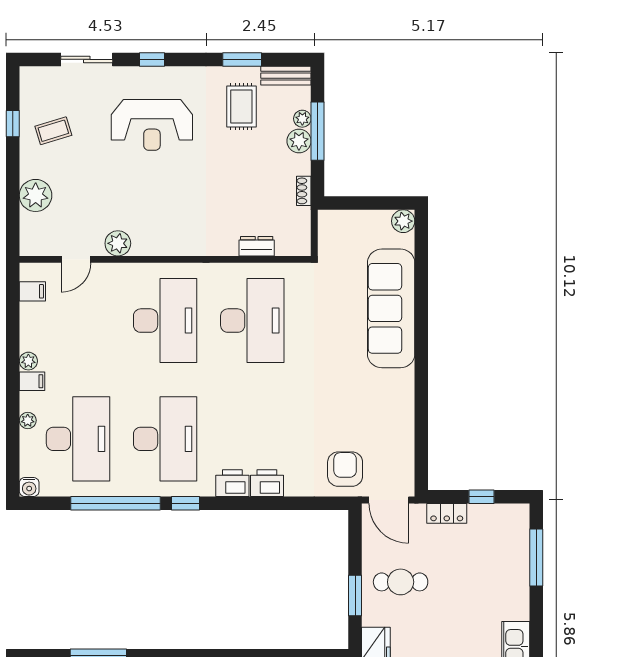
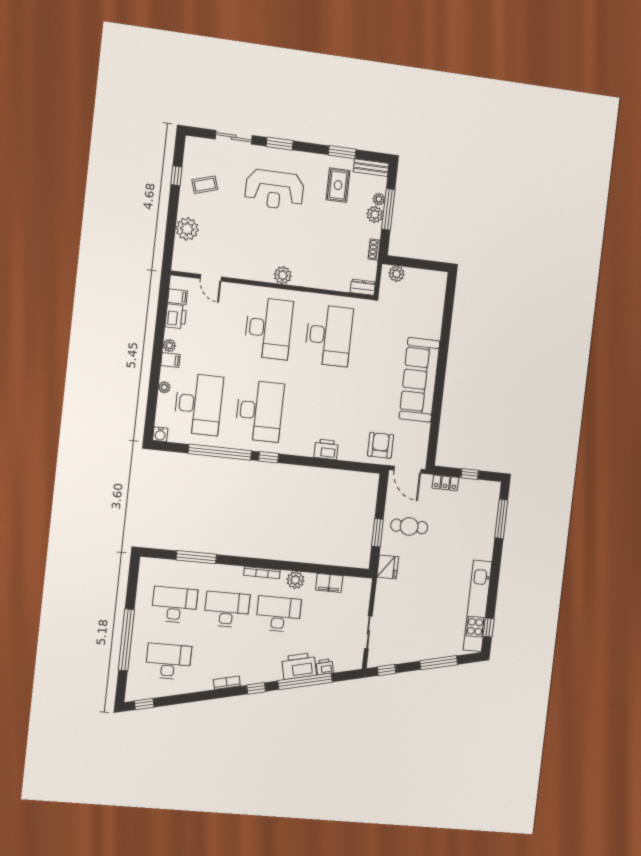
window: (152, 59) -> (280, 144), width x1.50
plant: (403, 221) -> (397, 274), moved
plant: (118, 243) -> (283, 275), moved
dresser: (257, 246) -> (363, 287), moved
door: (76, 259) -> (211, 278), hinge flipped
sofa: (391, 308) -> (419, 380), moved
printer: (232, 483) -> (176, 316), moved, turned 90

